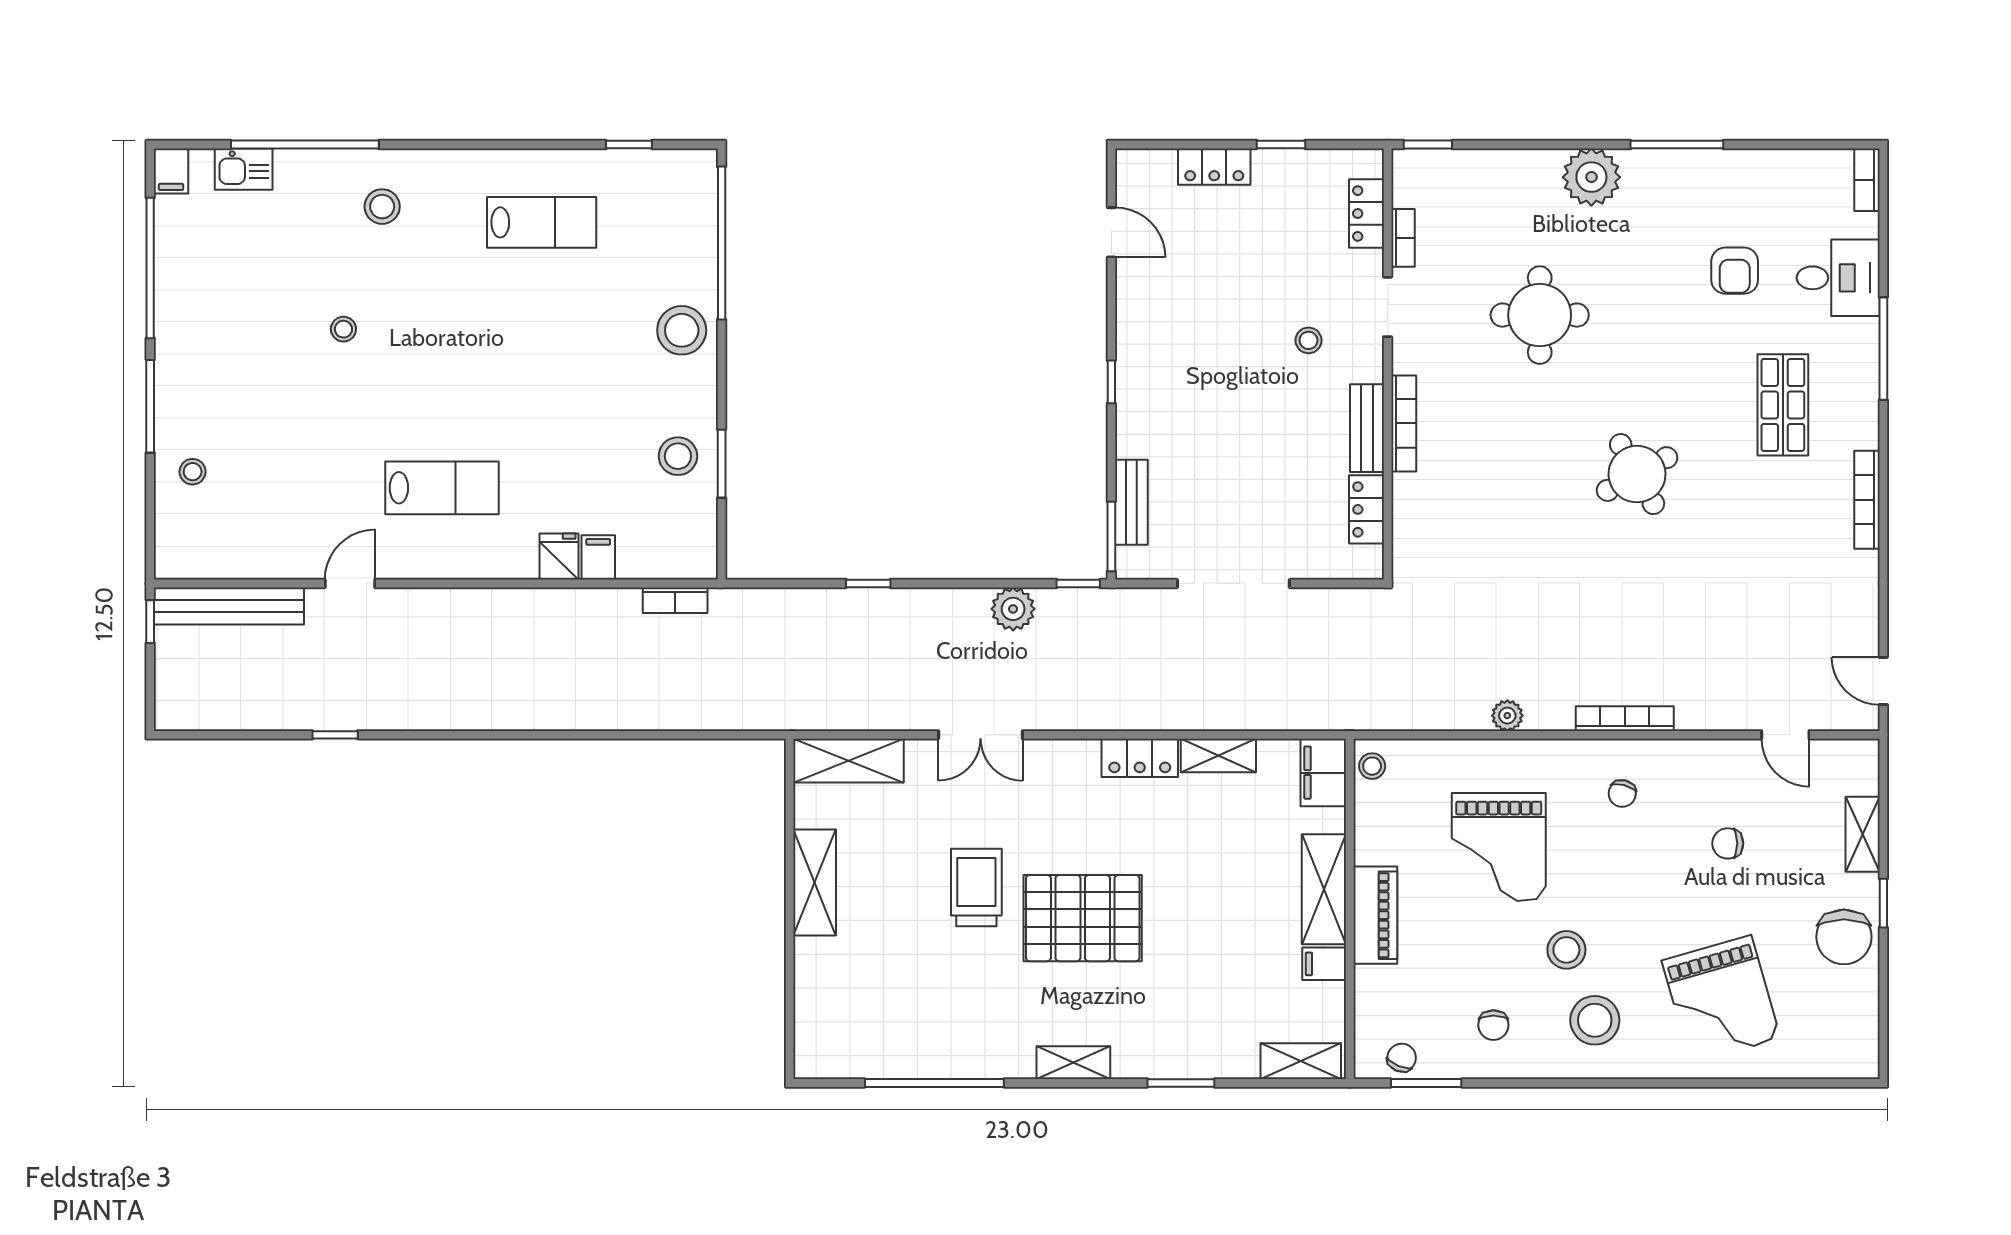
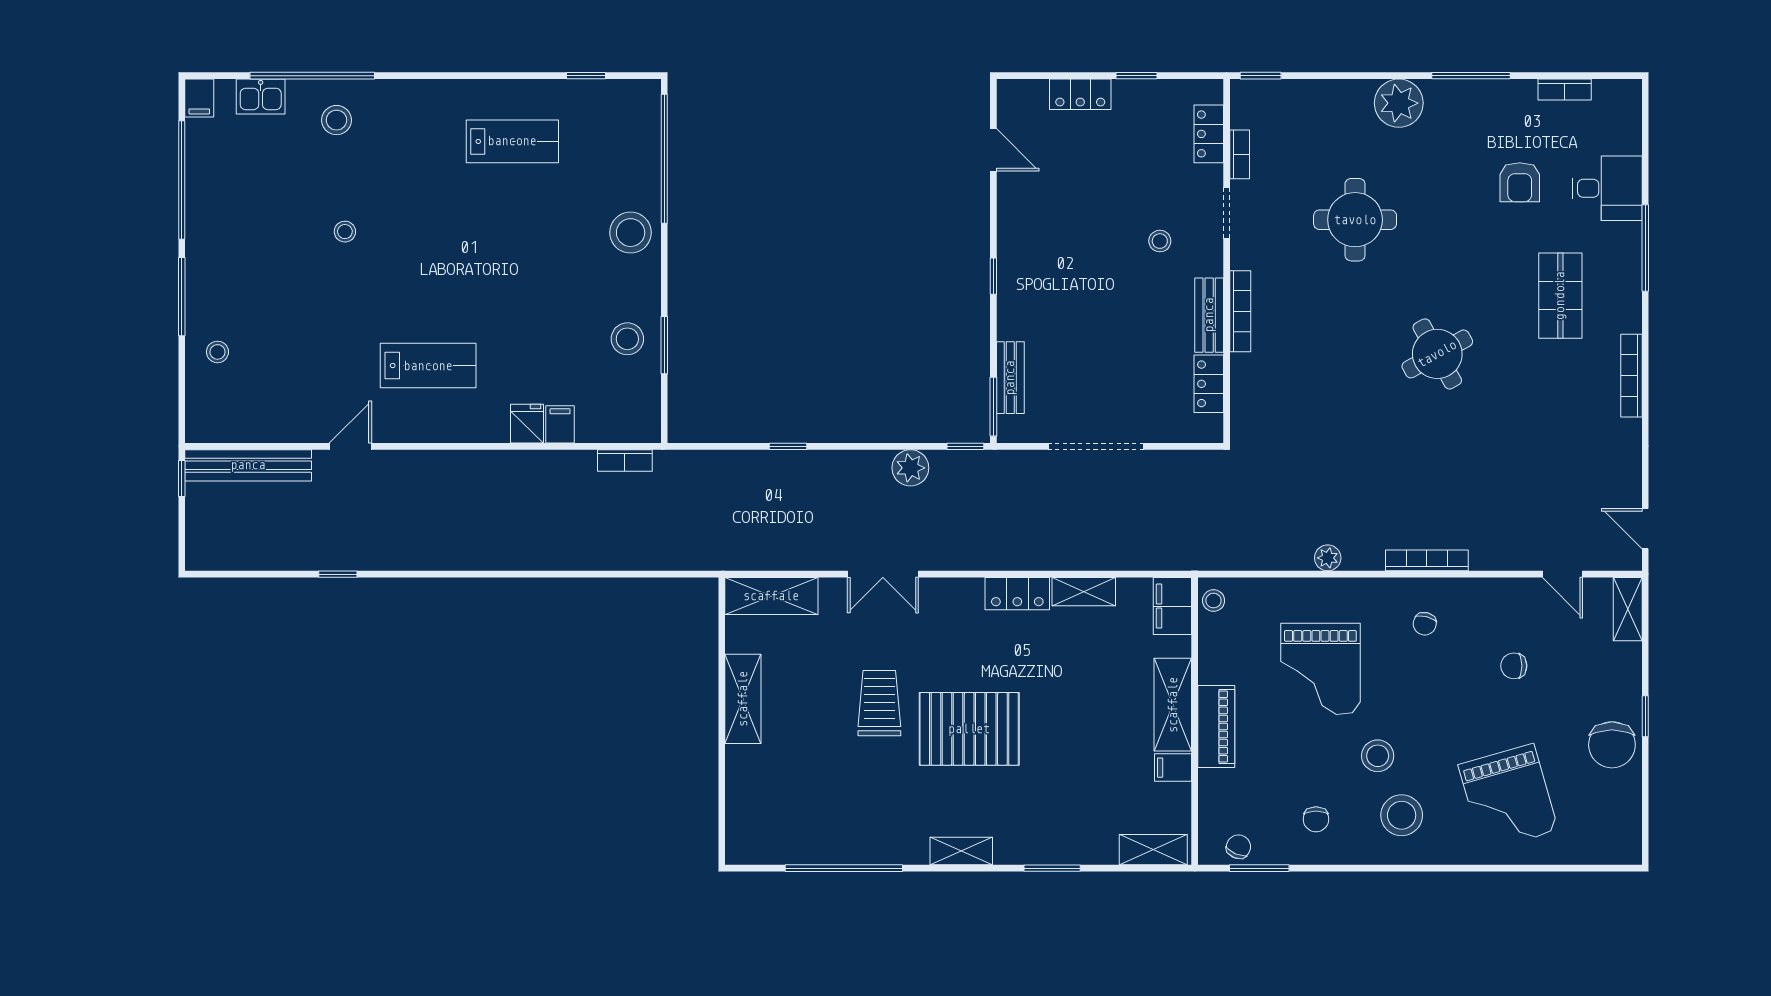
bookcase: (1867, 180) -> (1565, 89), moved, turned -90
stool: (382, 207) -> (337, 120), moved
shelving: (1863, 834) -> (1628, 609), moved

